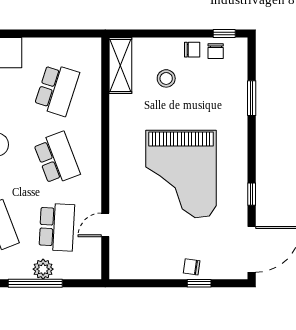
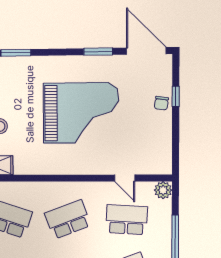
window: (252, 194) -> (98, 52), width x1.50
plant: (43, 269) -> (163, 190), moved

